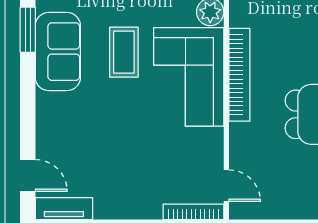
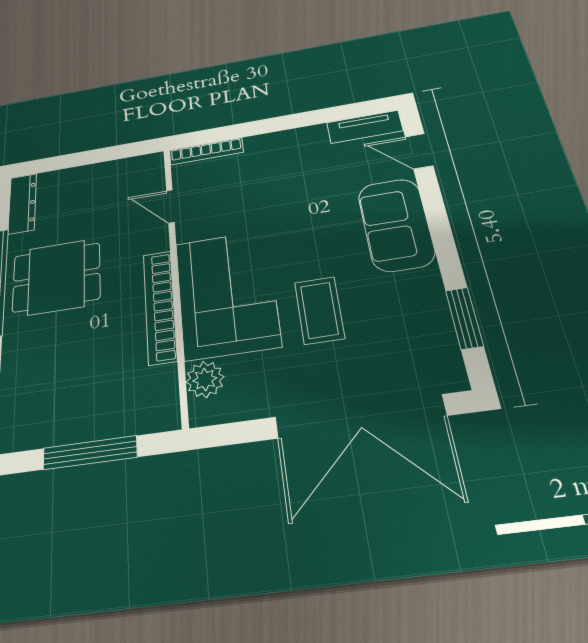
sofa: (58, 52) -> (396, 224), moved
door: (226, 186) -> (170, 206), moved

